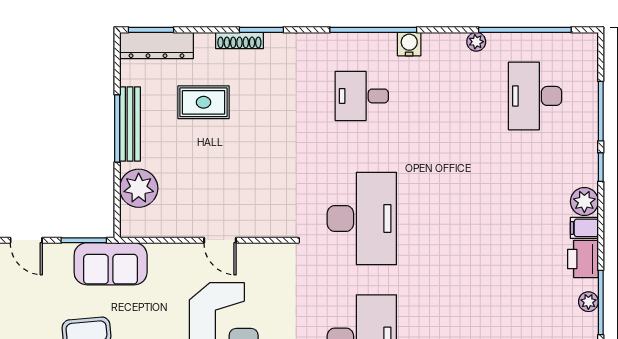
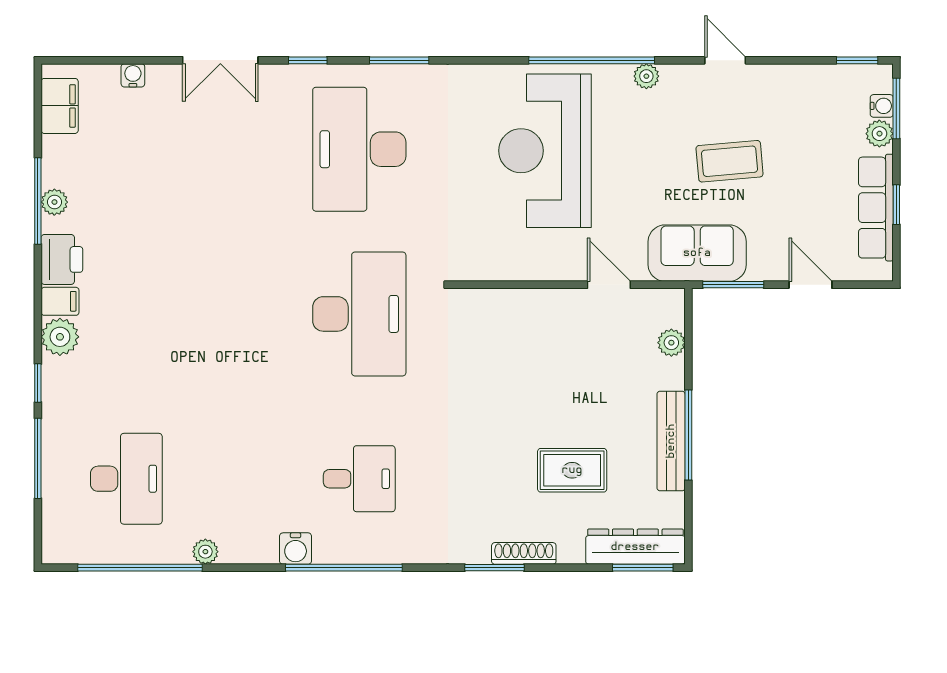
plant: (139, 188) -> (671, 343), width x0.53, depth x0.53
desk: (362, 218) -> (359, 314), turned 180
door: (220, 240) -> (609, 285), moved

